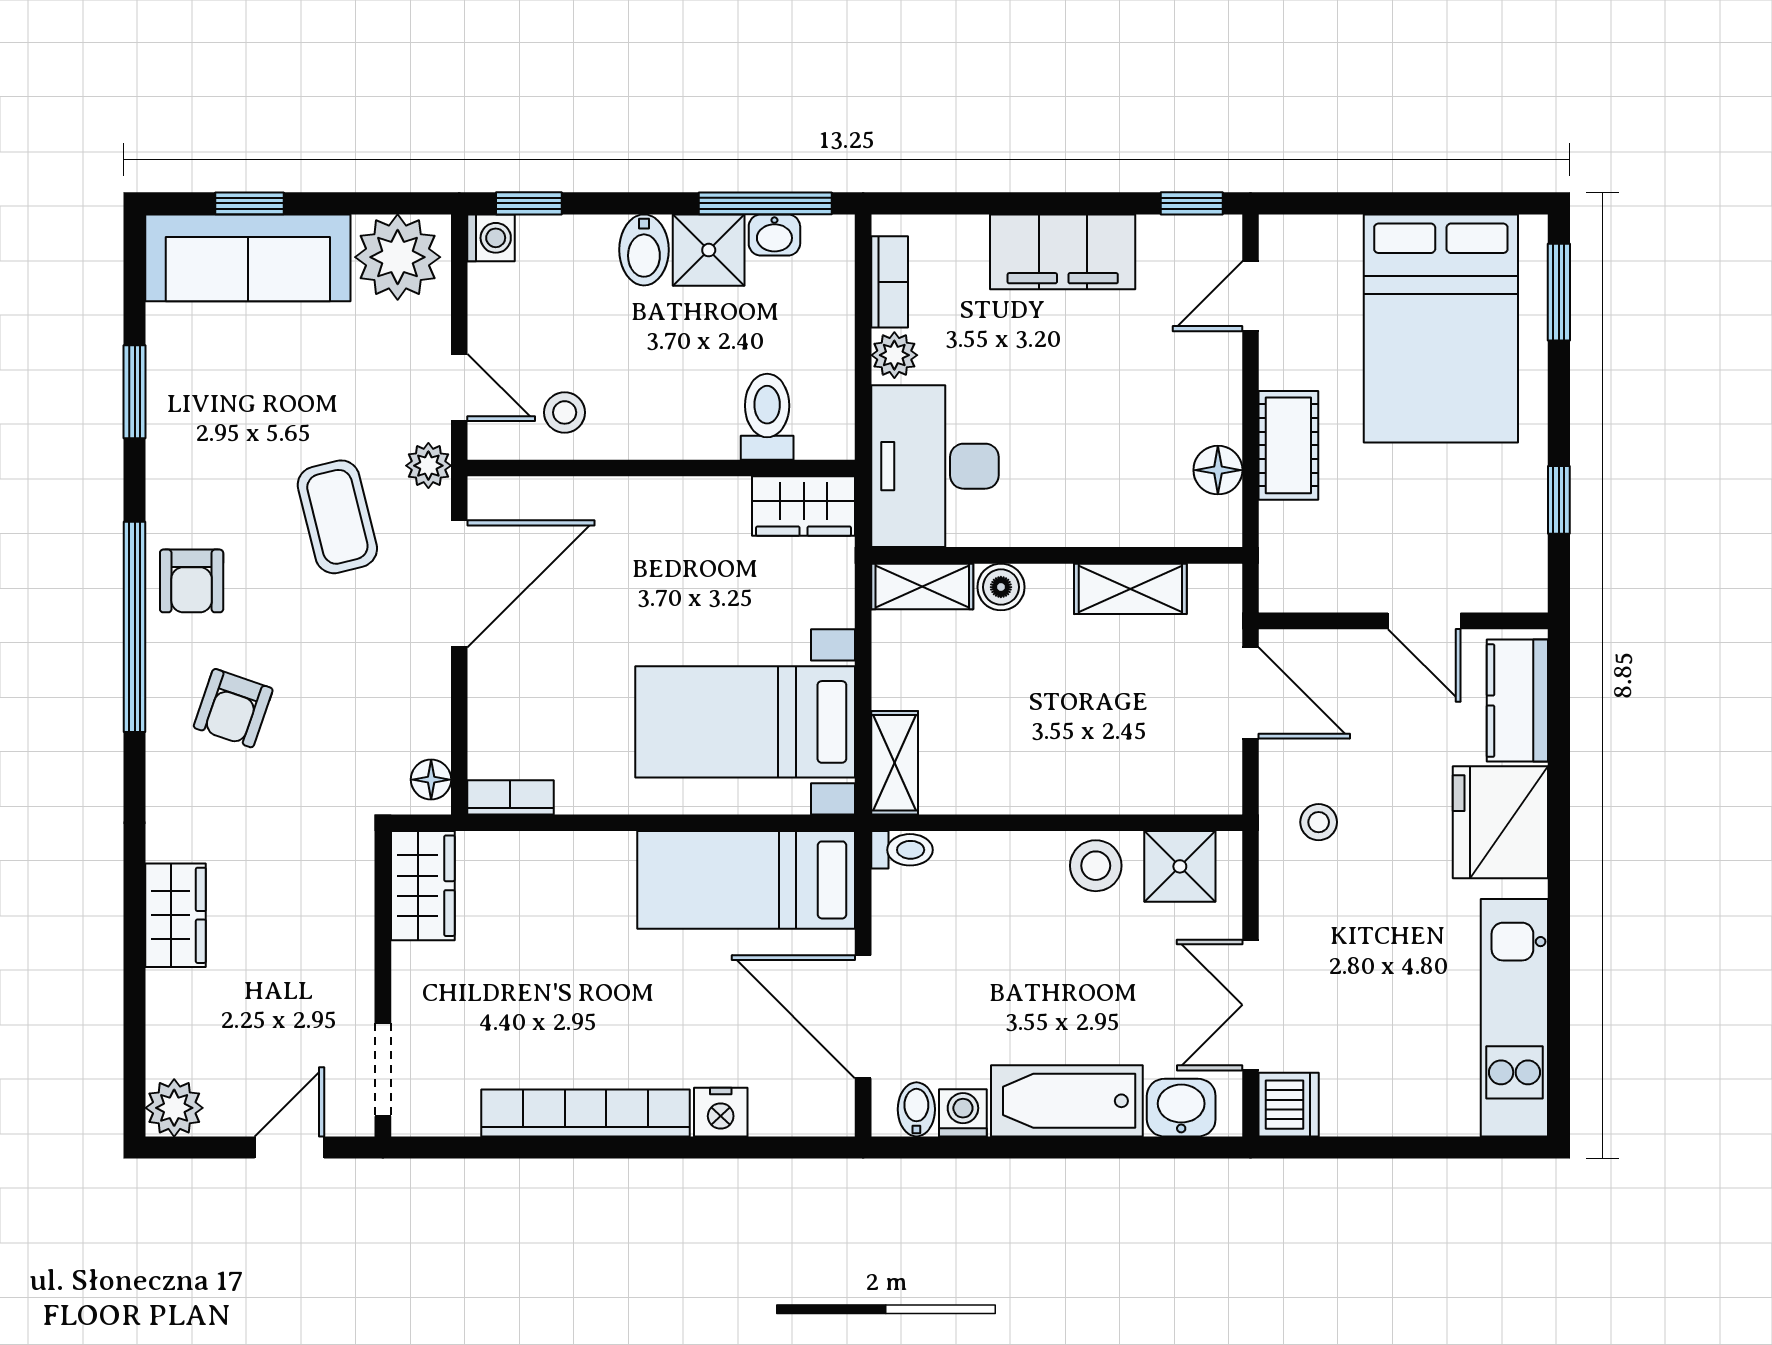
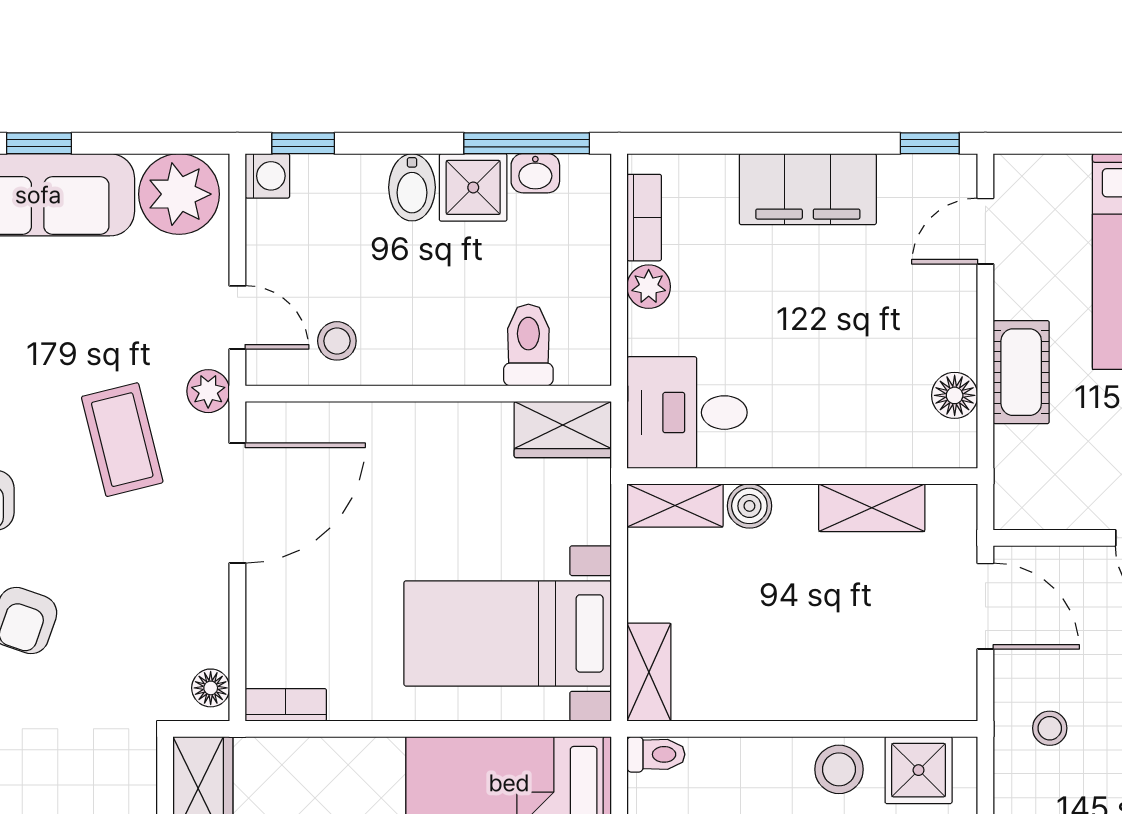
desk: (935, 466) -> (687, 413), width x0.73

